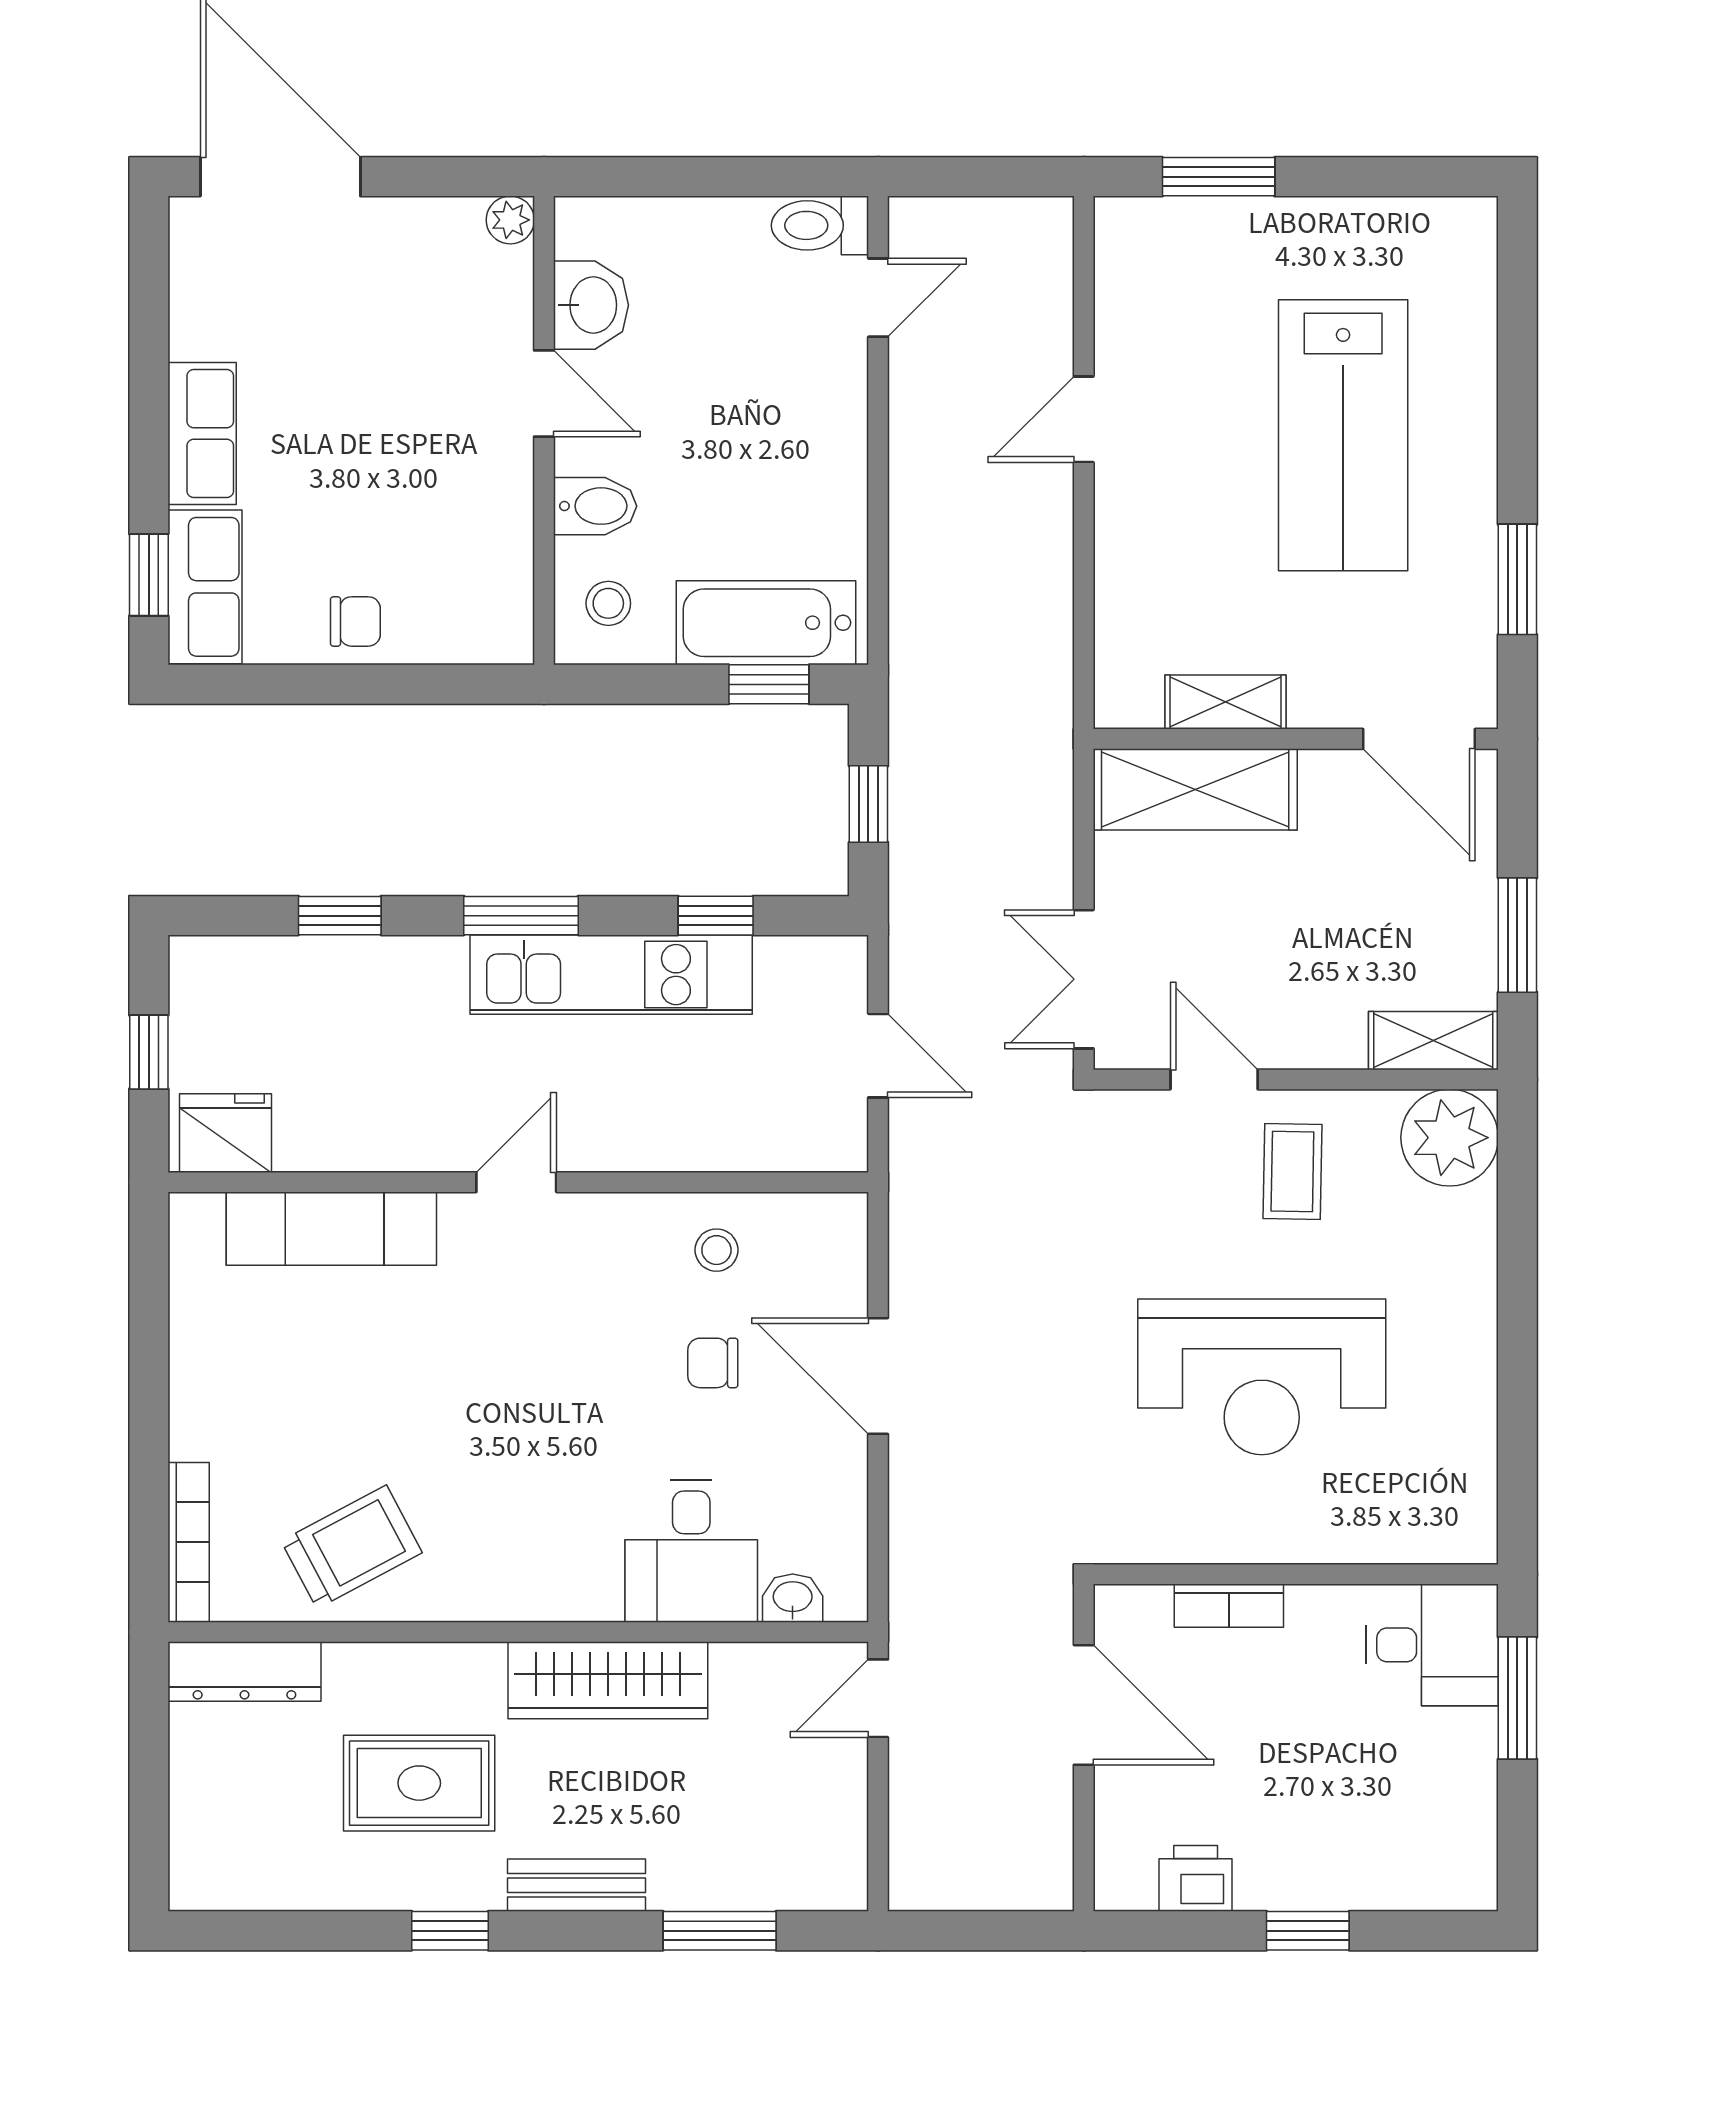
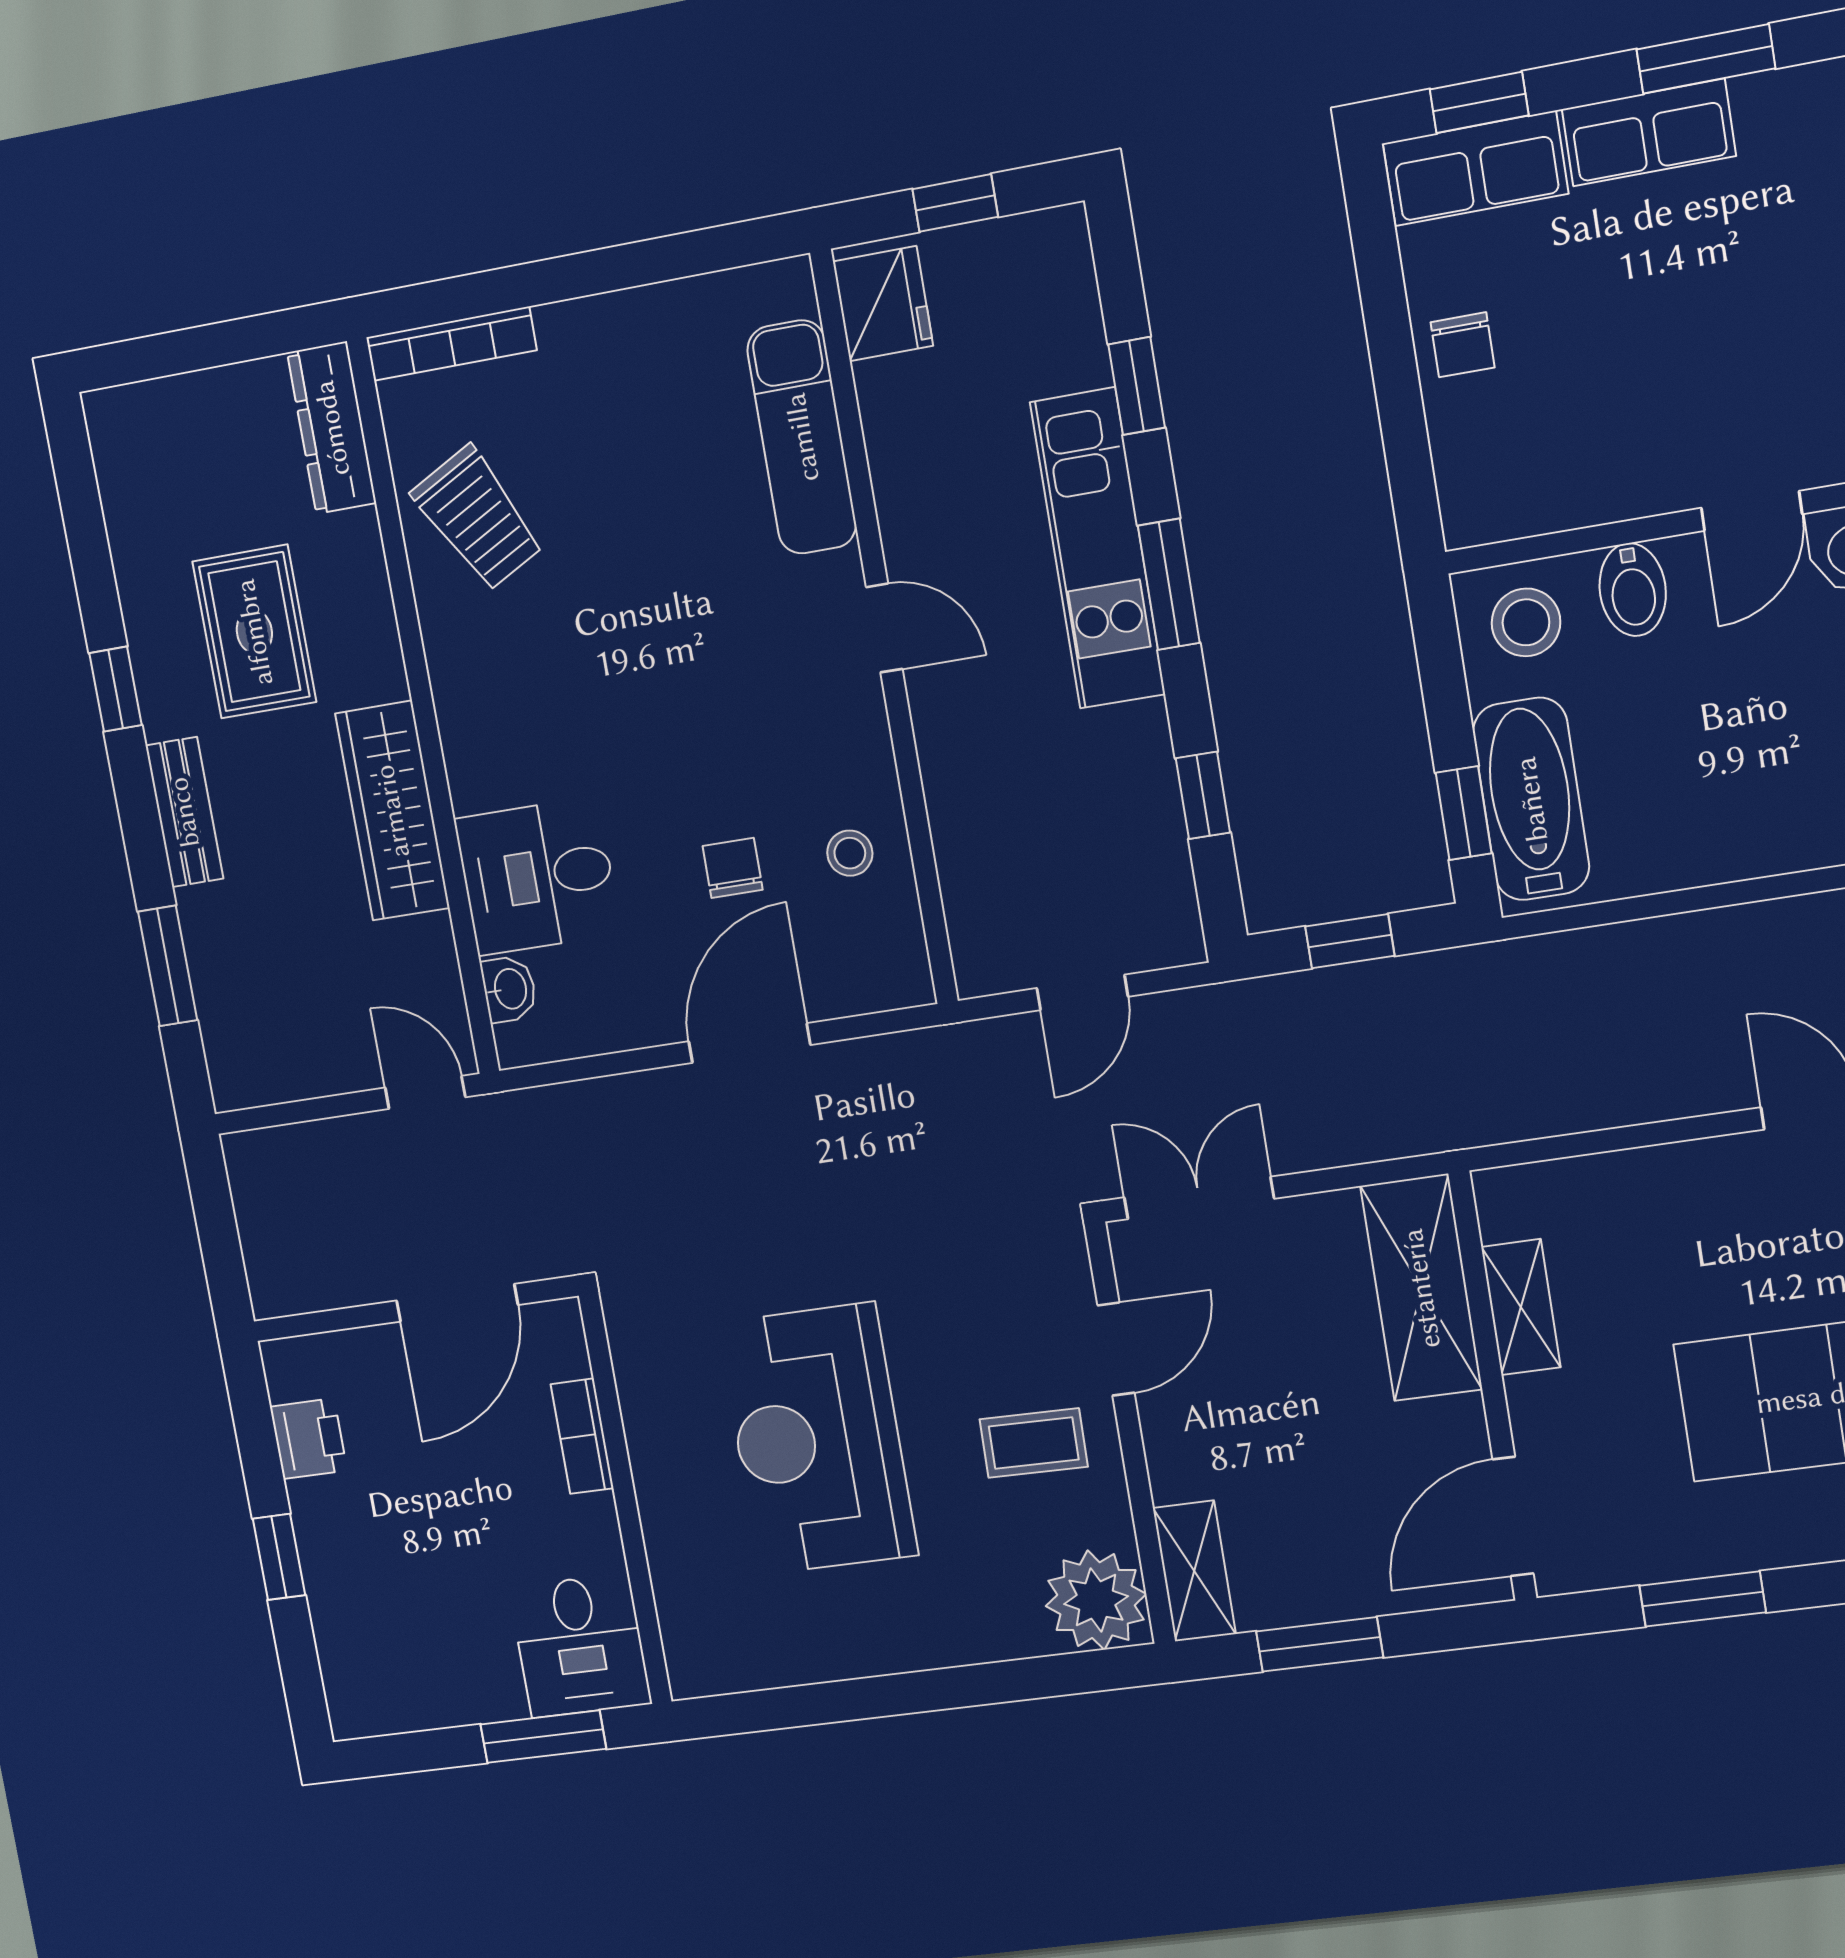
window: (149, 376) -> (1706, 59), added
stool: (608, 603) -> (1526, 622), width x1.37, depth x1.37
kitchen unit: (611, 975) -> (1098, 549), moved

